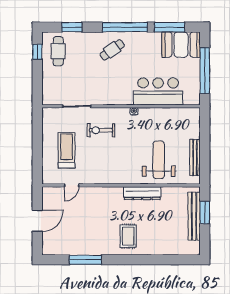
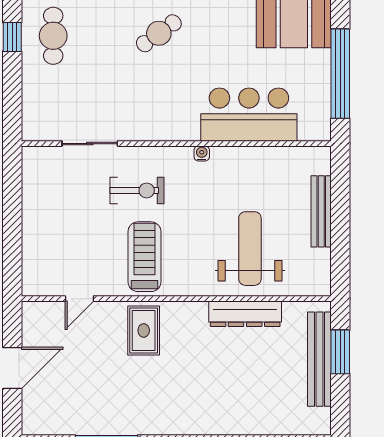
exercise bike: (101, 130) -> (137, 190), turned 180
treadmill: (67, 150) -> (144, 257), moved
bench: (195, 157) -> (321, 211), moved
dresser: (142, 193) -> (245, 314), moved
rug: (128, 236) -> (144, 330), moved

